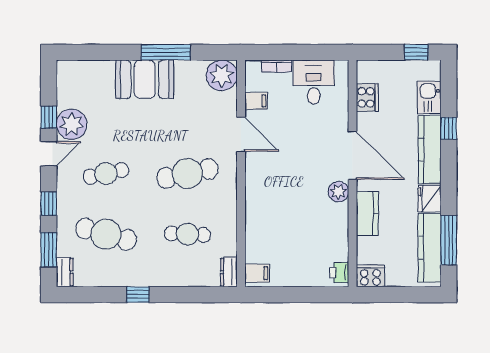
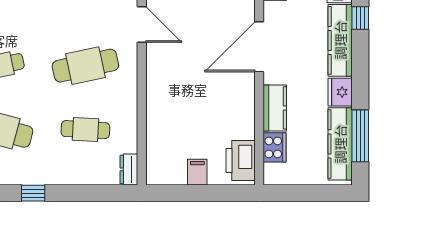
door: (353, 156) -> (259, 47), swing flipped
plant: (338, 192) -> (244, 85), removed
printer: (339, 272) -> (241, 160), width x1.87, depth x1.48
filing cabinet: (257, 273) -> (197, 172), moved, turned -90
cooker: (370, 276) -> (275, 147), moved, turned 90

